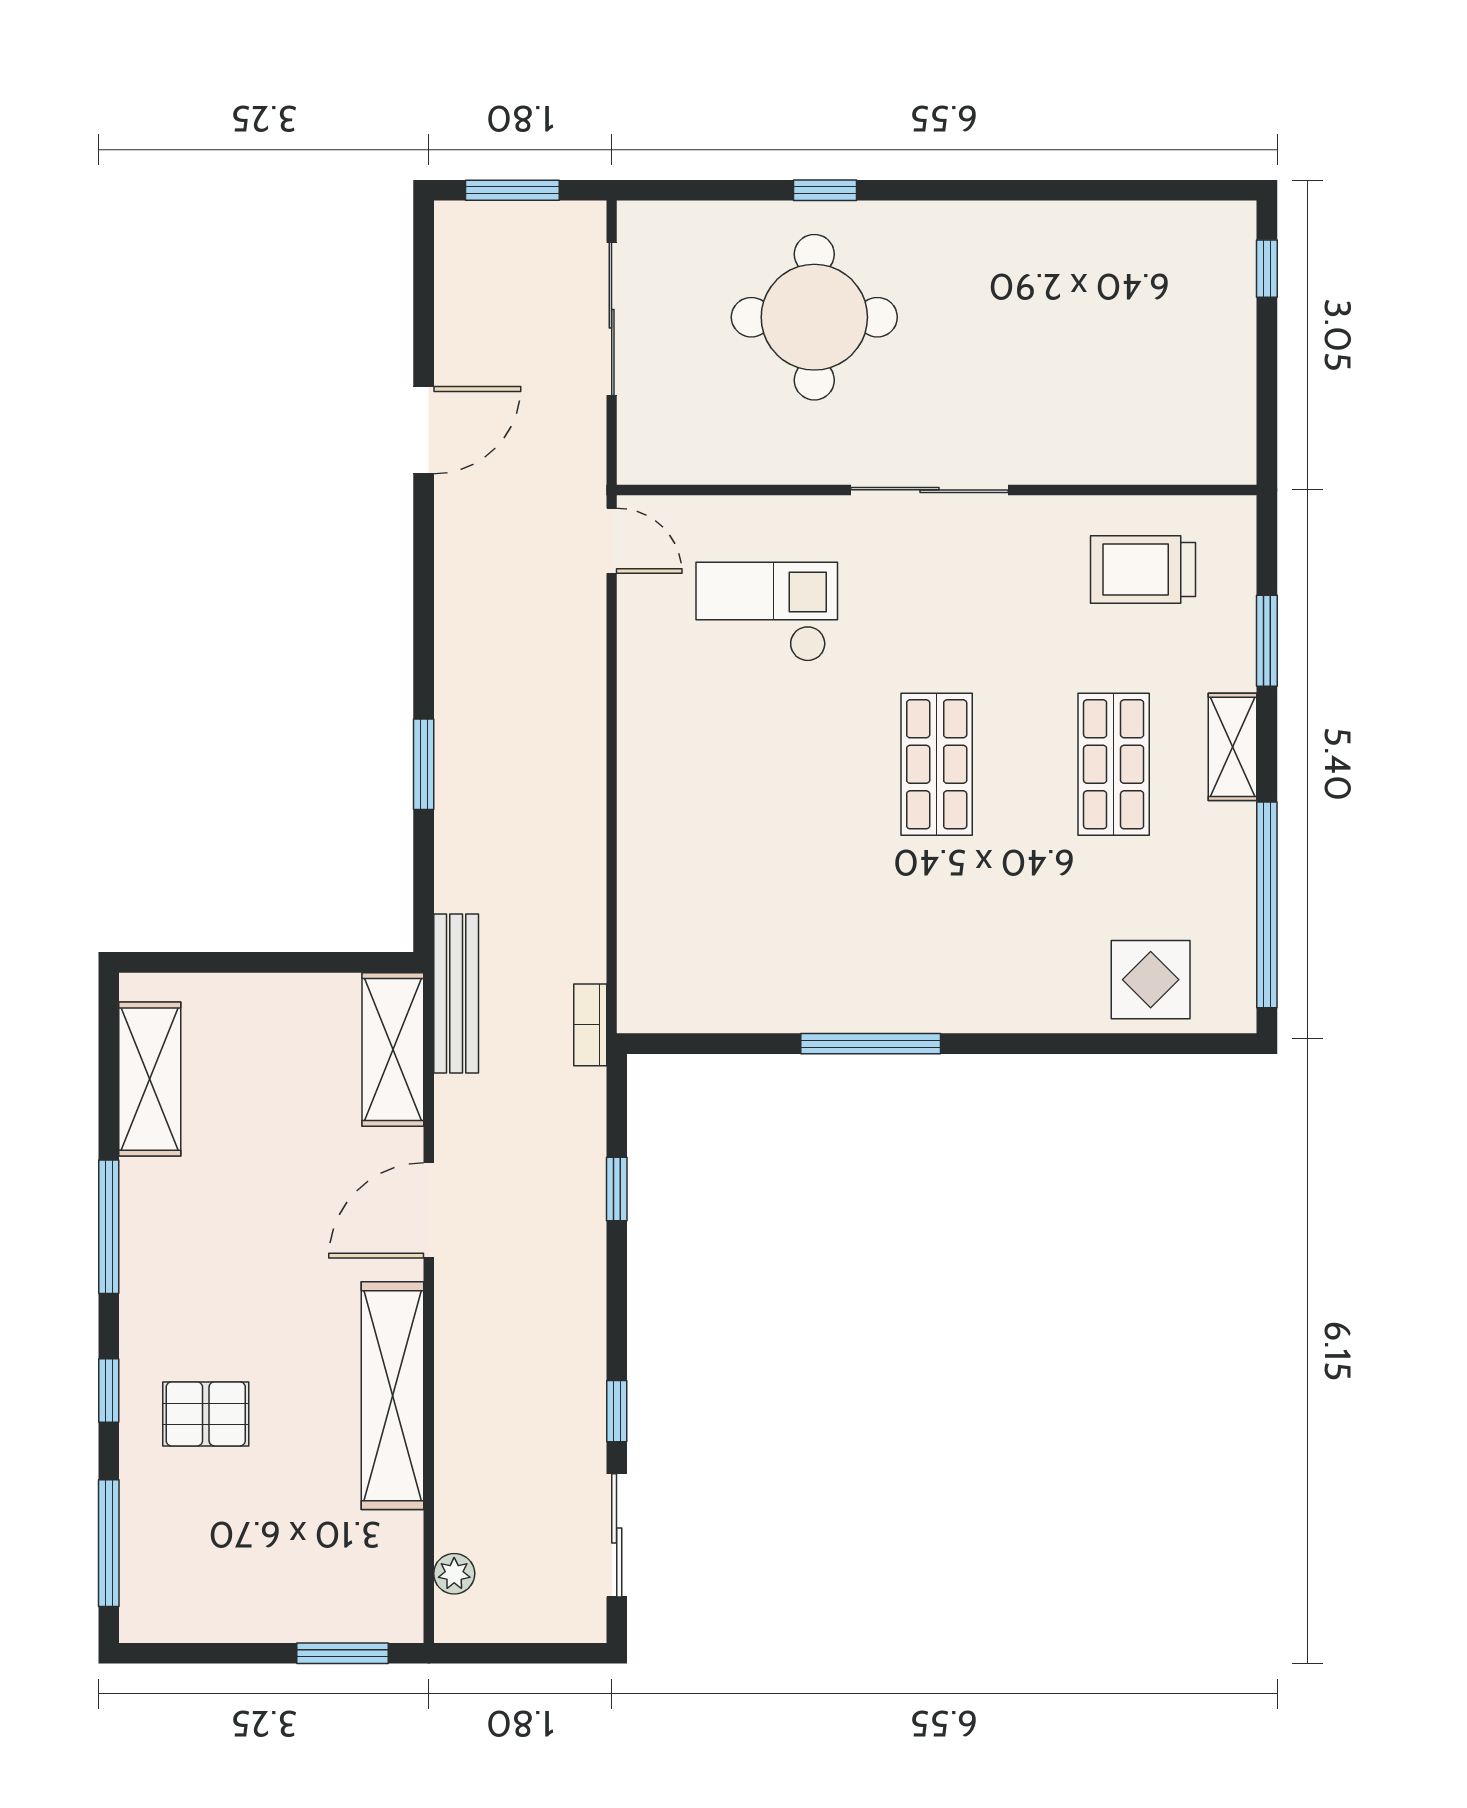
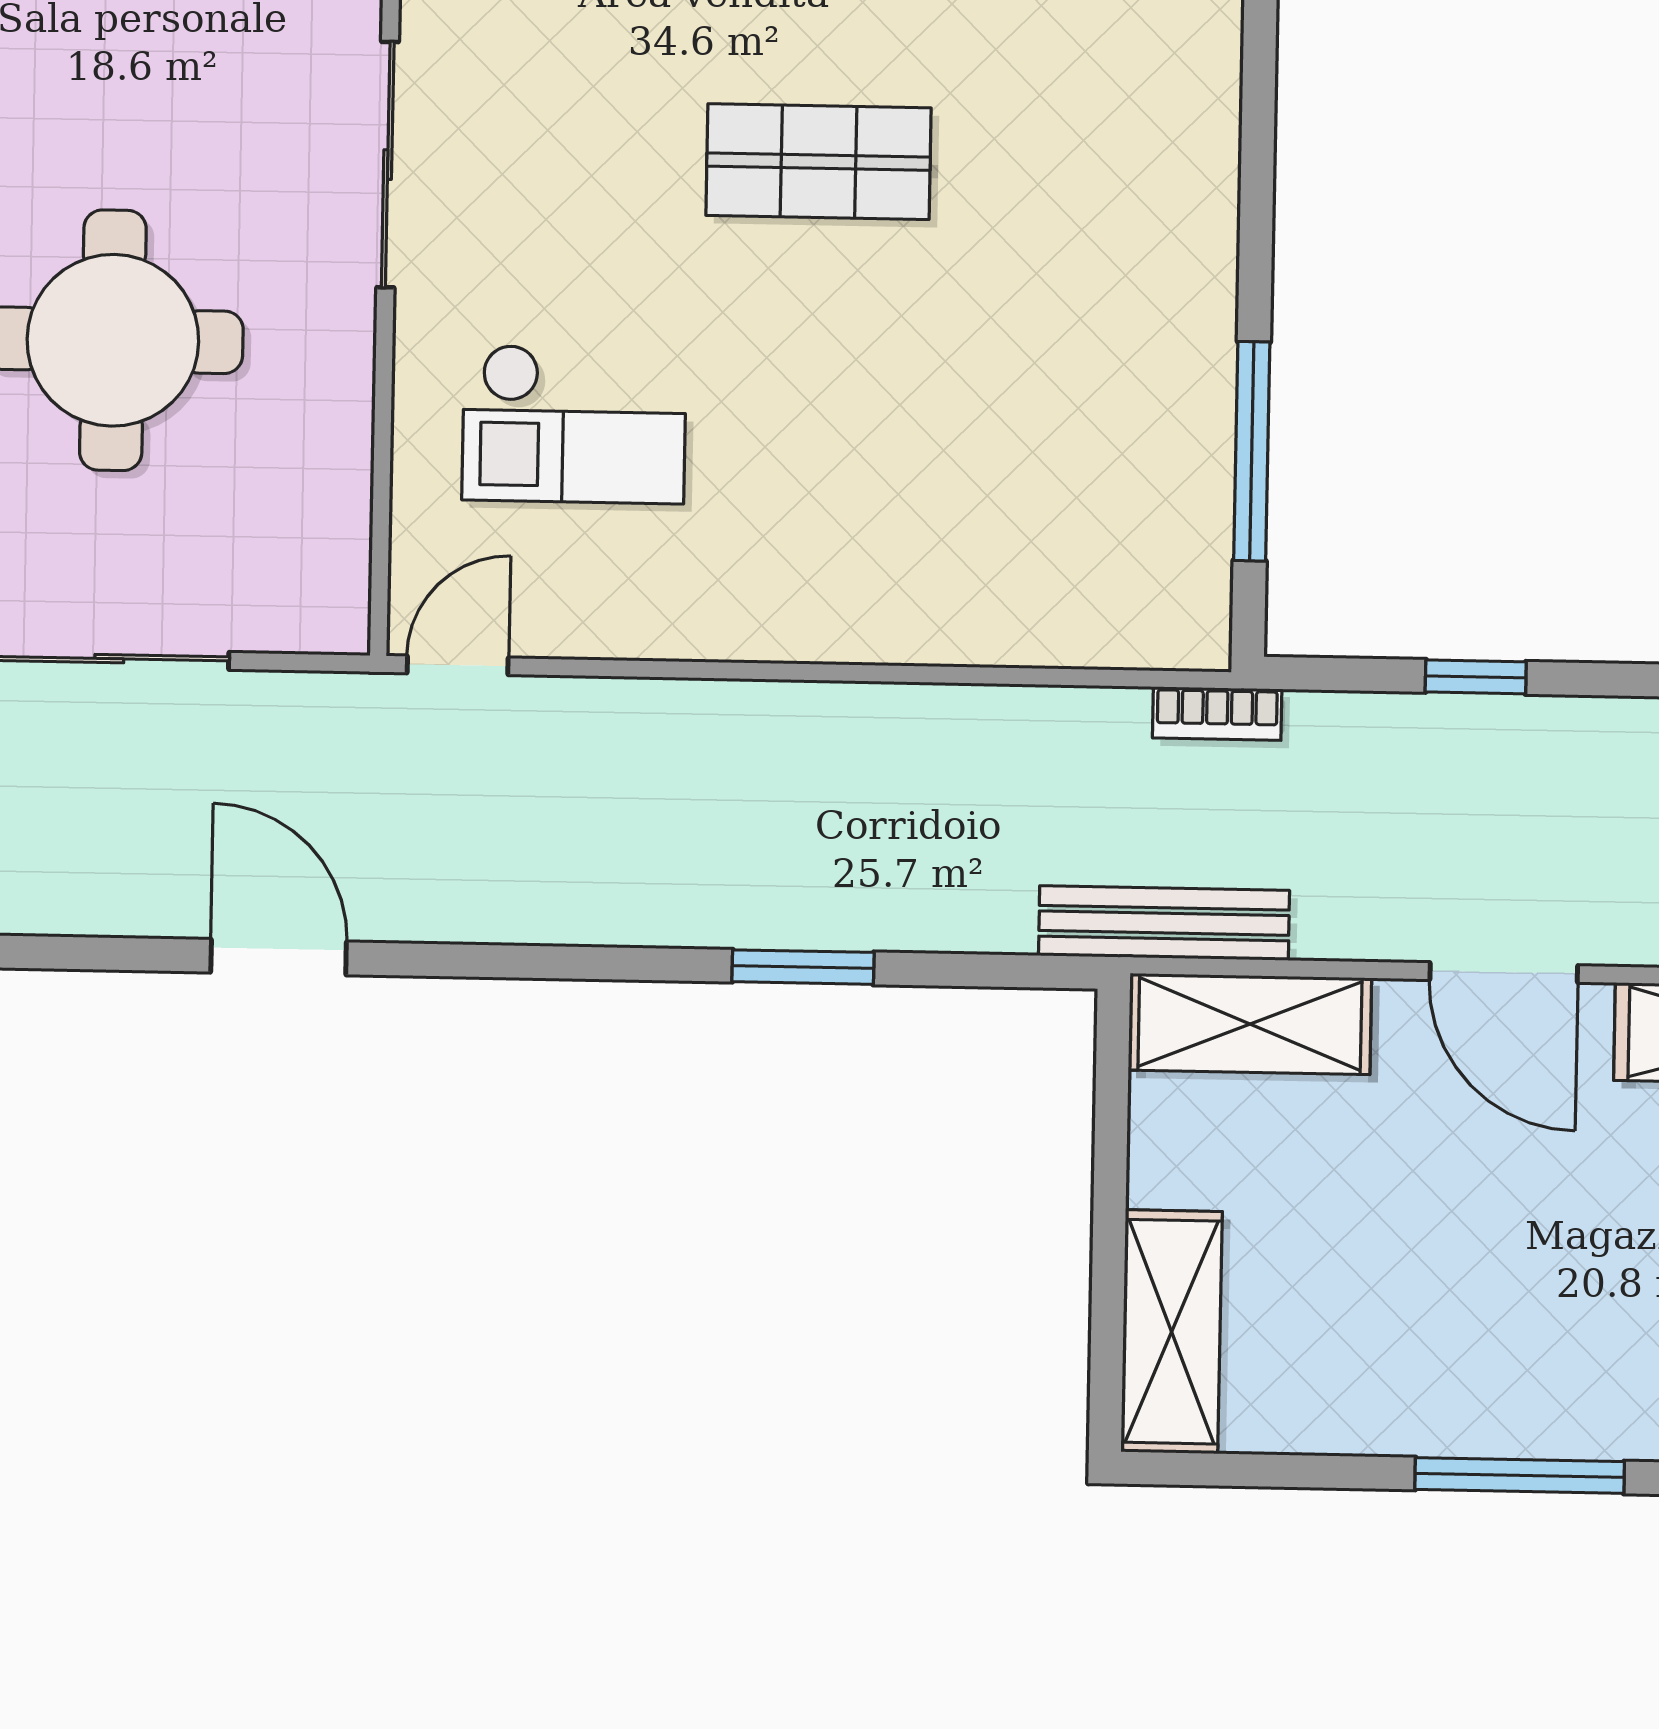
checkout: (767, 612) -> (574, 424), turned -90
window: (871, 1044) -> (1252, 451), moved
shelving: (150, 1079) -> (1172, 1332), moved, turned 90

